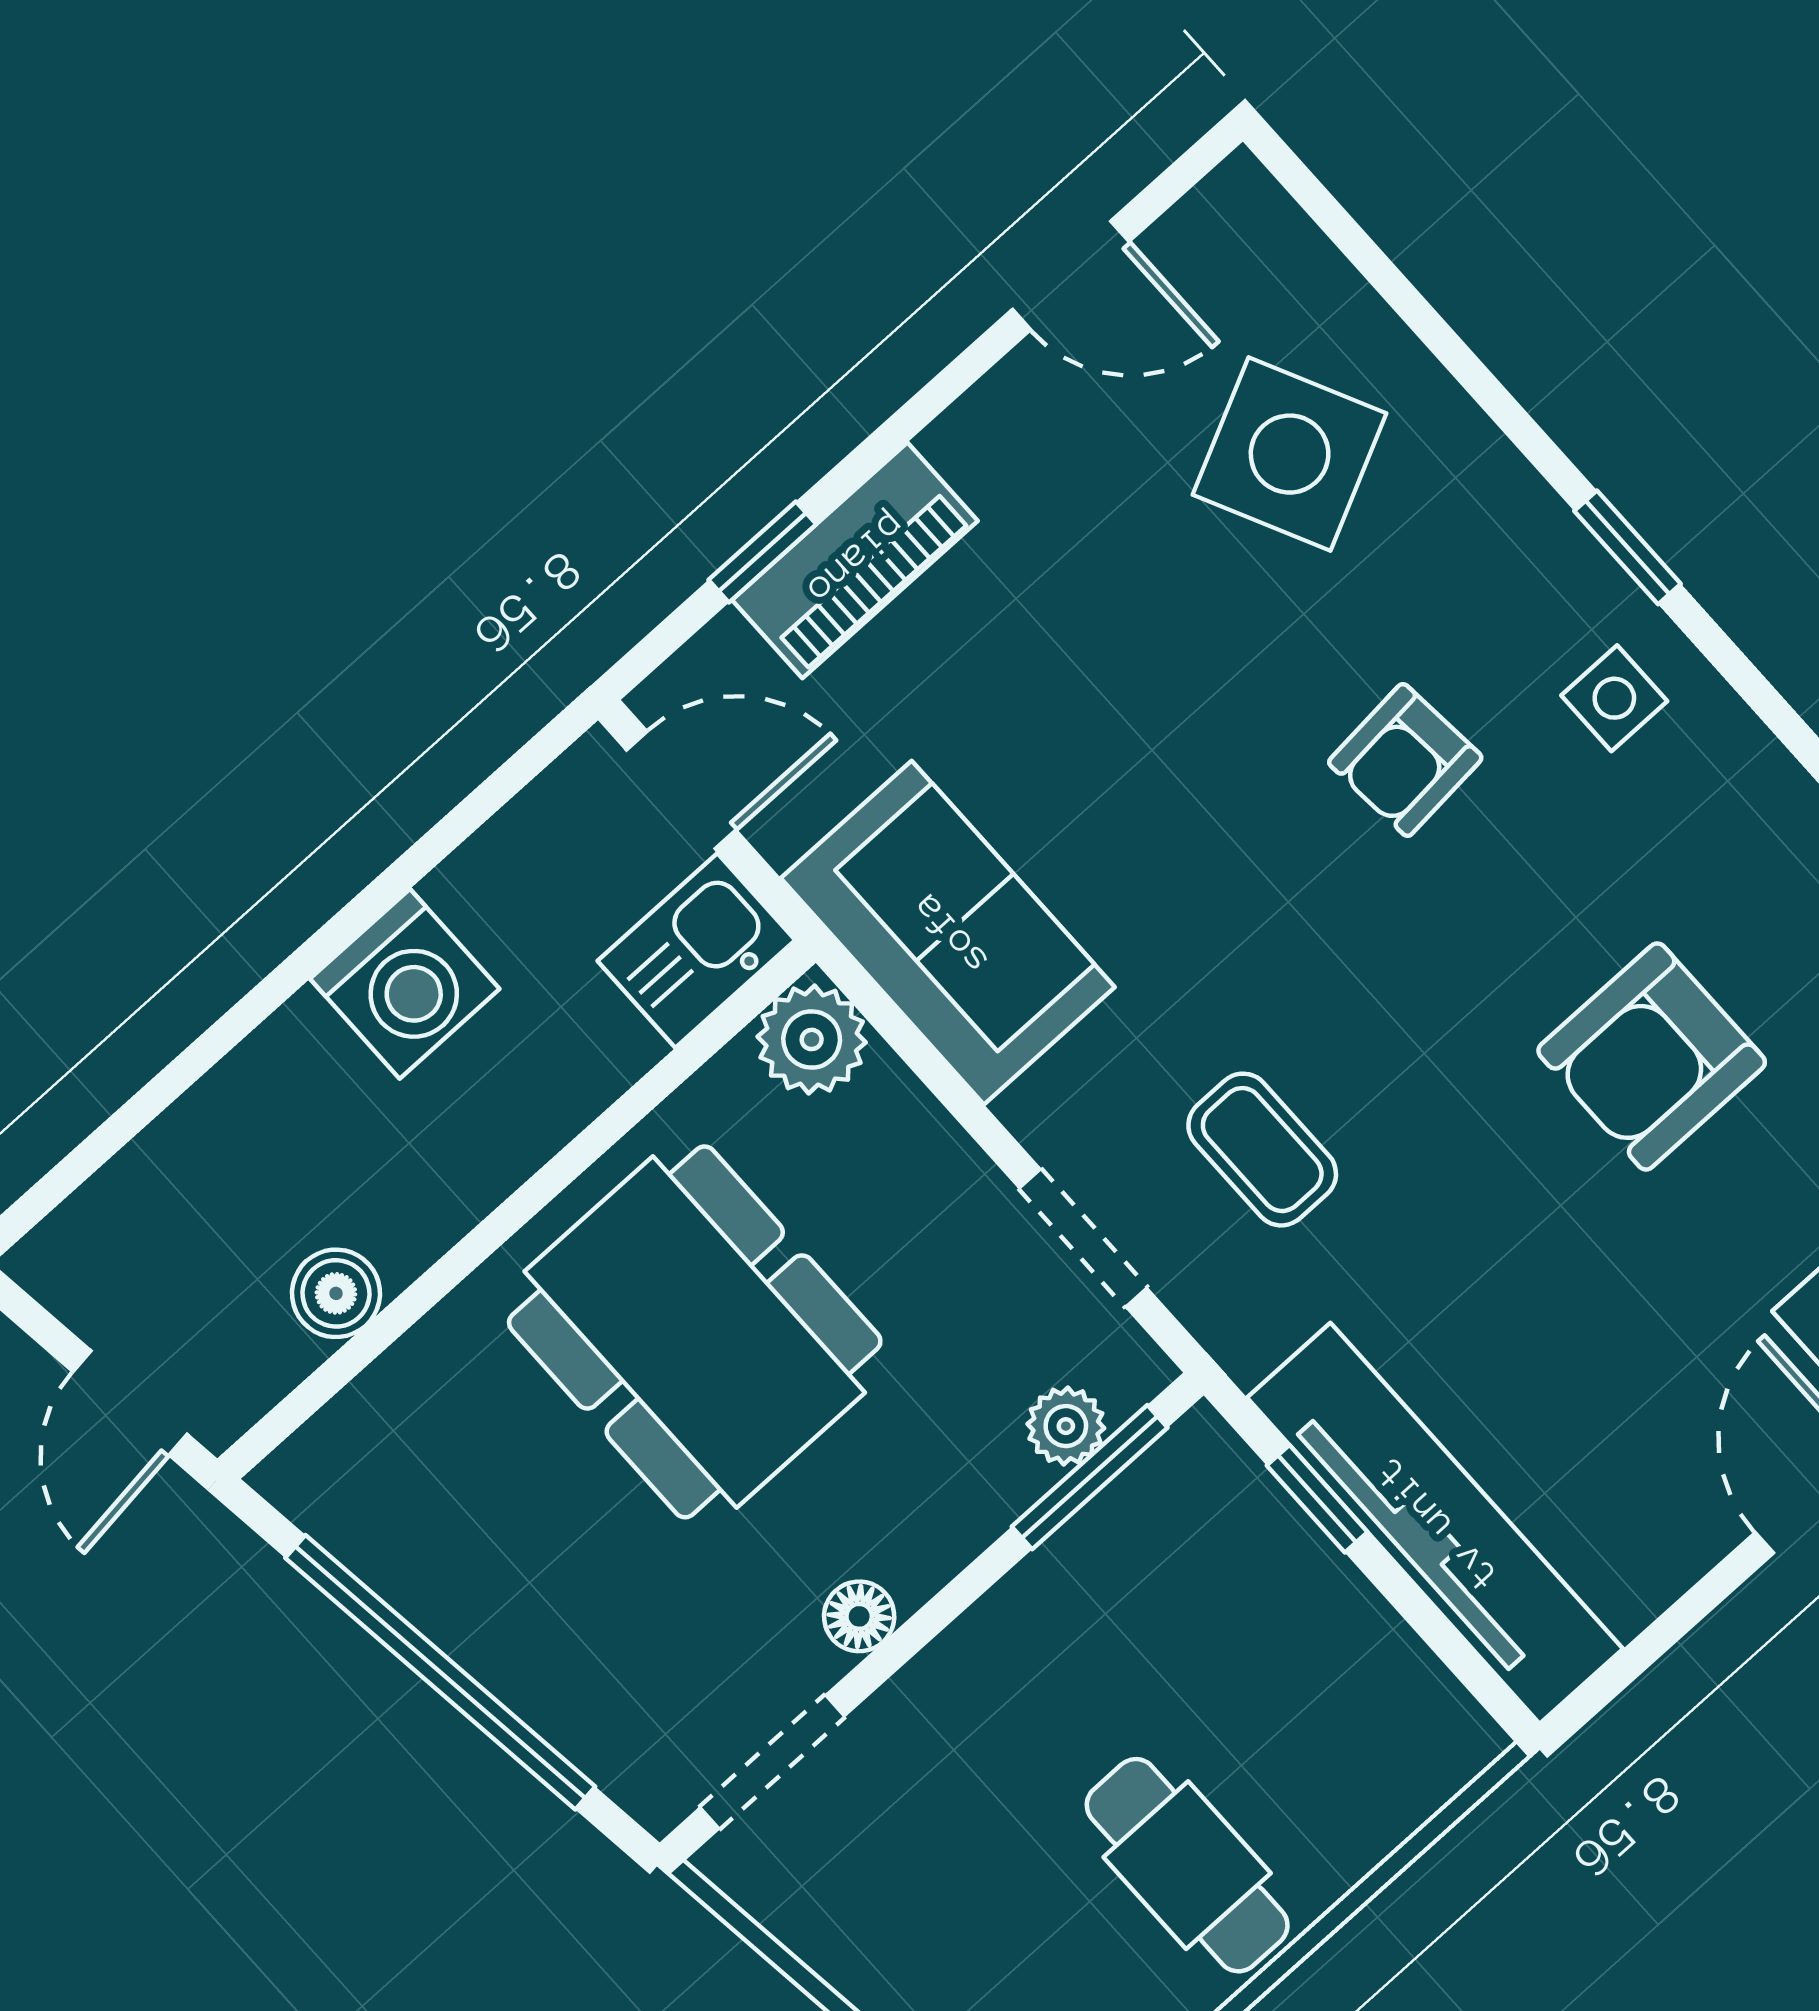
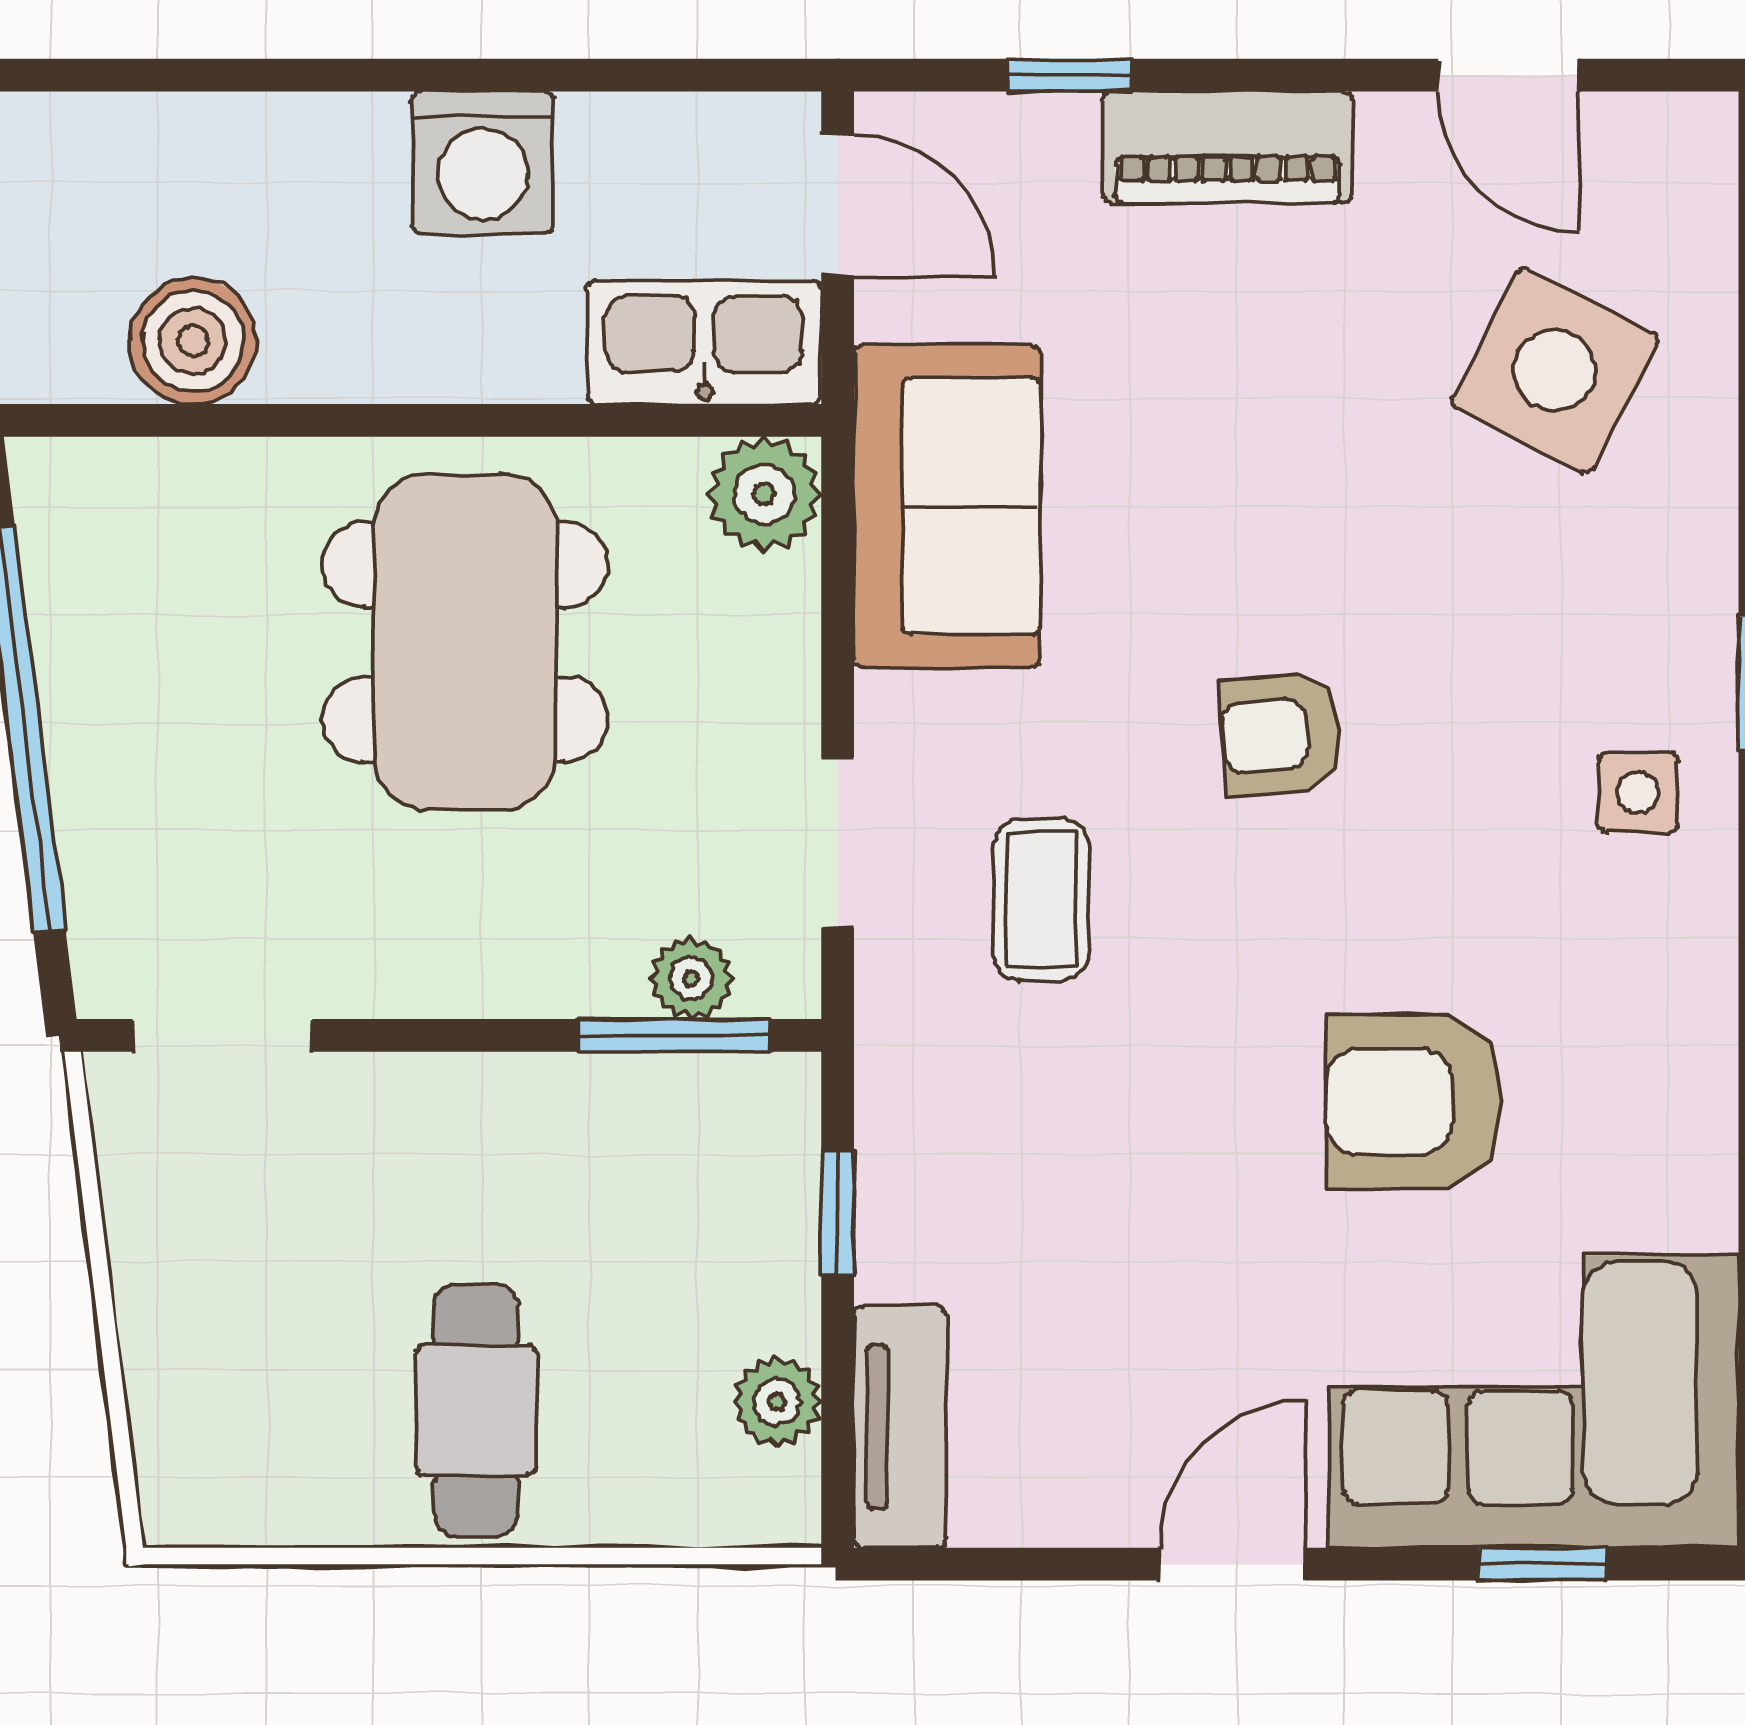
side table: (1290, 454) -> (1555, 371), turned -37
piano: (855, 560) -> (1228, 147), moved
armchair: (1405, 760) -> (1281, 734), moved
kitchen sink: (696, 950) -> (704, 342), width x1.38
boiler: (336, 1293) -> (193, 341), width x1.36, depth x1.36
tv unit: (1435, 1523) -> (900, 1427), width x0.52, depth x0.78
floor lamp: (859, 1616) -> (394, 982), removed
plant: (1393, 1669) -> (777, 1402), added

